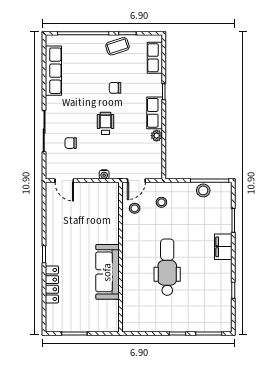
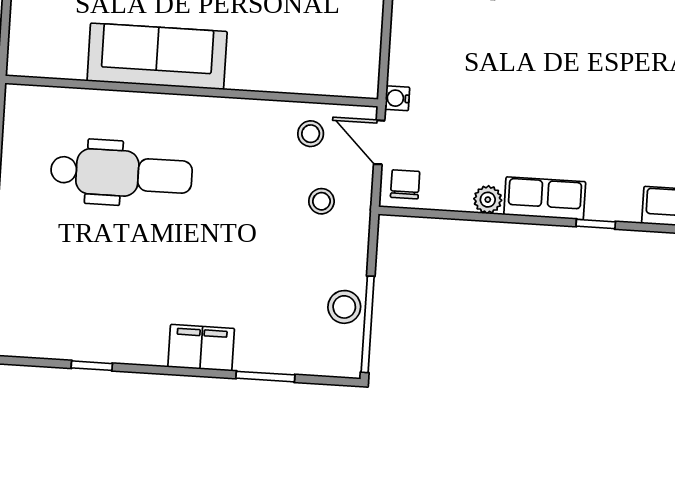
chair: (115, 88) -> (405, 184), moved
wheelchair: (106, 123) -> (526, 75), removed
water cooler: (104, 174) -> (397, 98), moved
dental chair: (167, 267) -> (121, 173), moved

